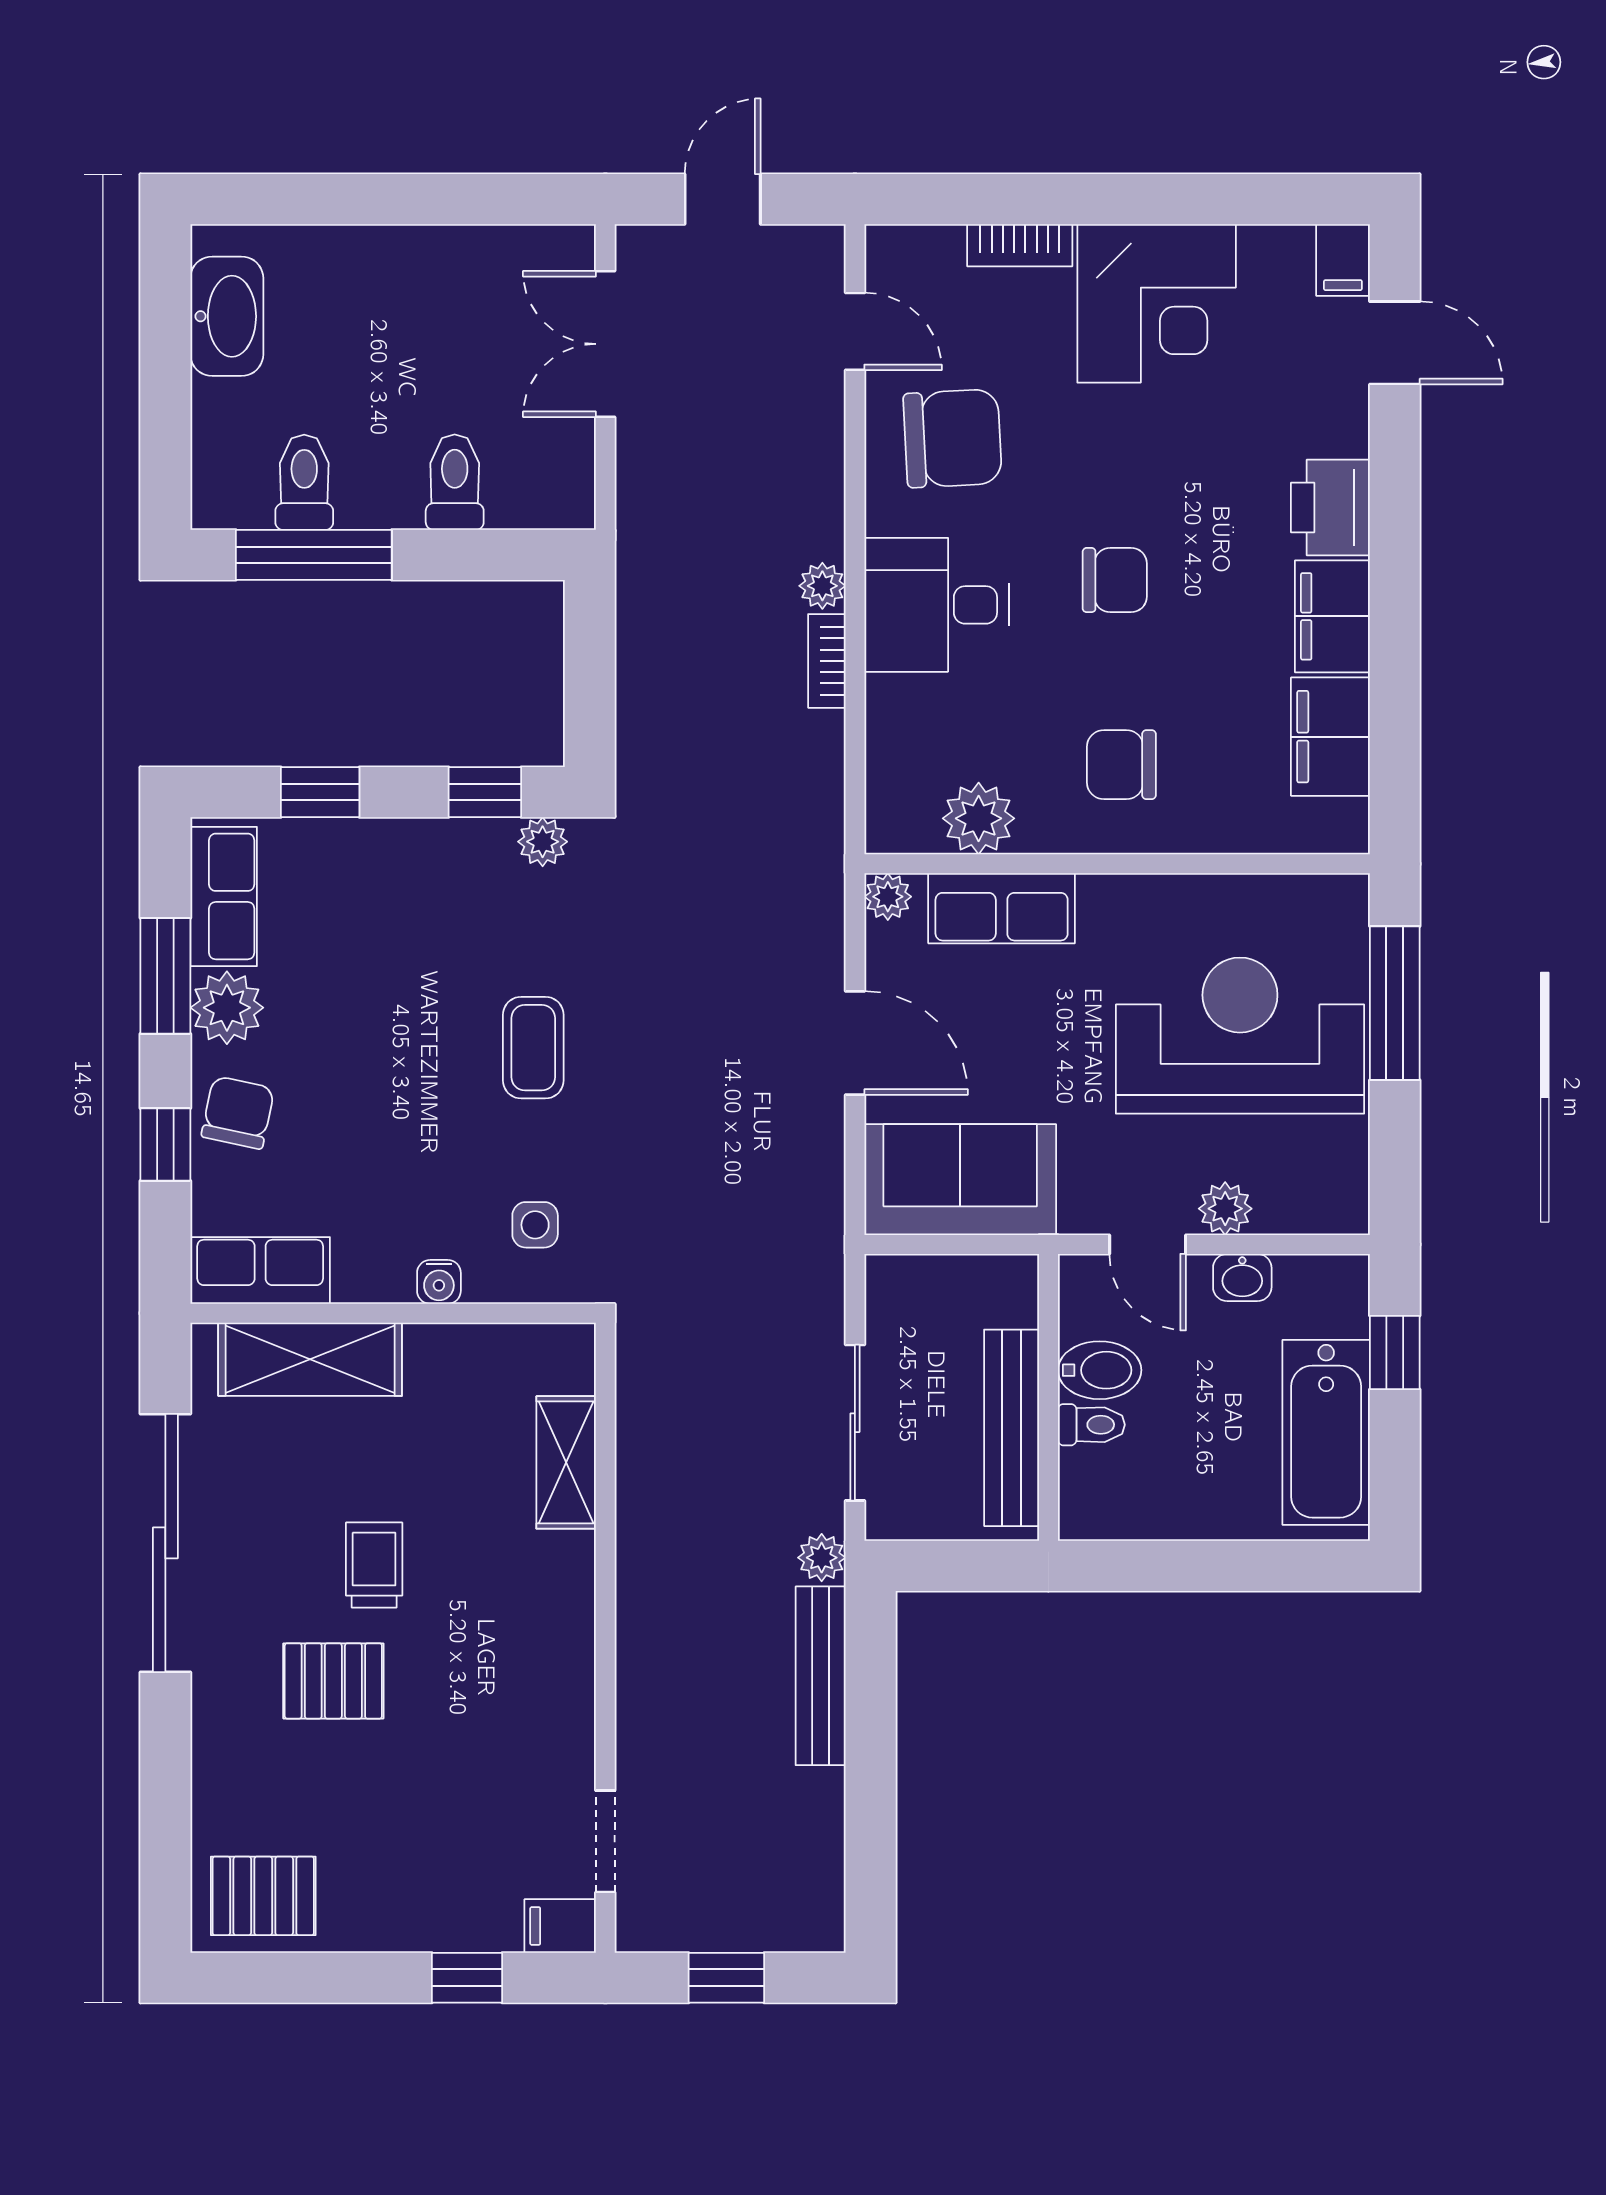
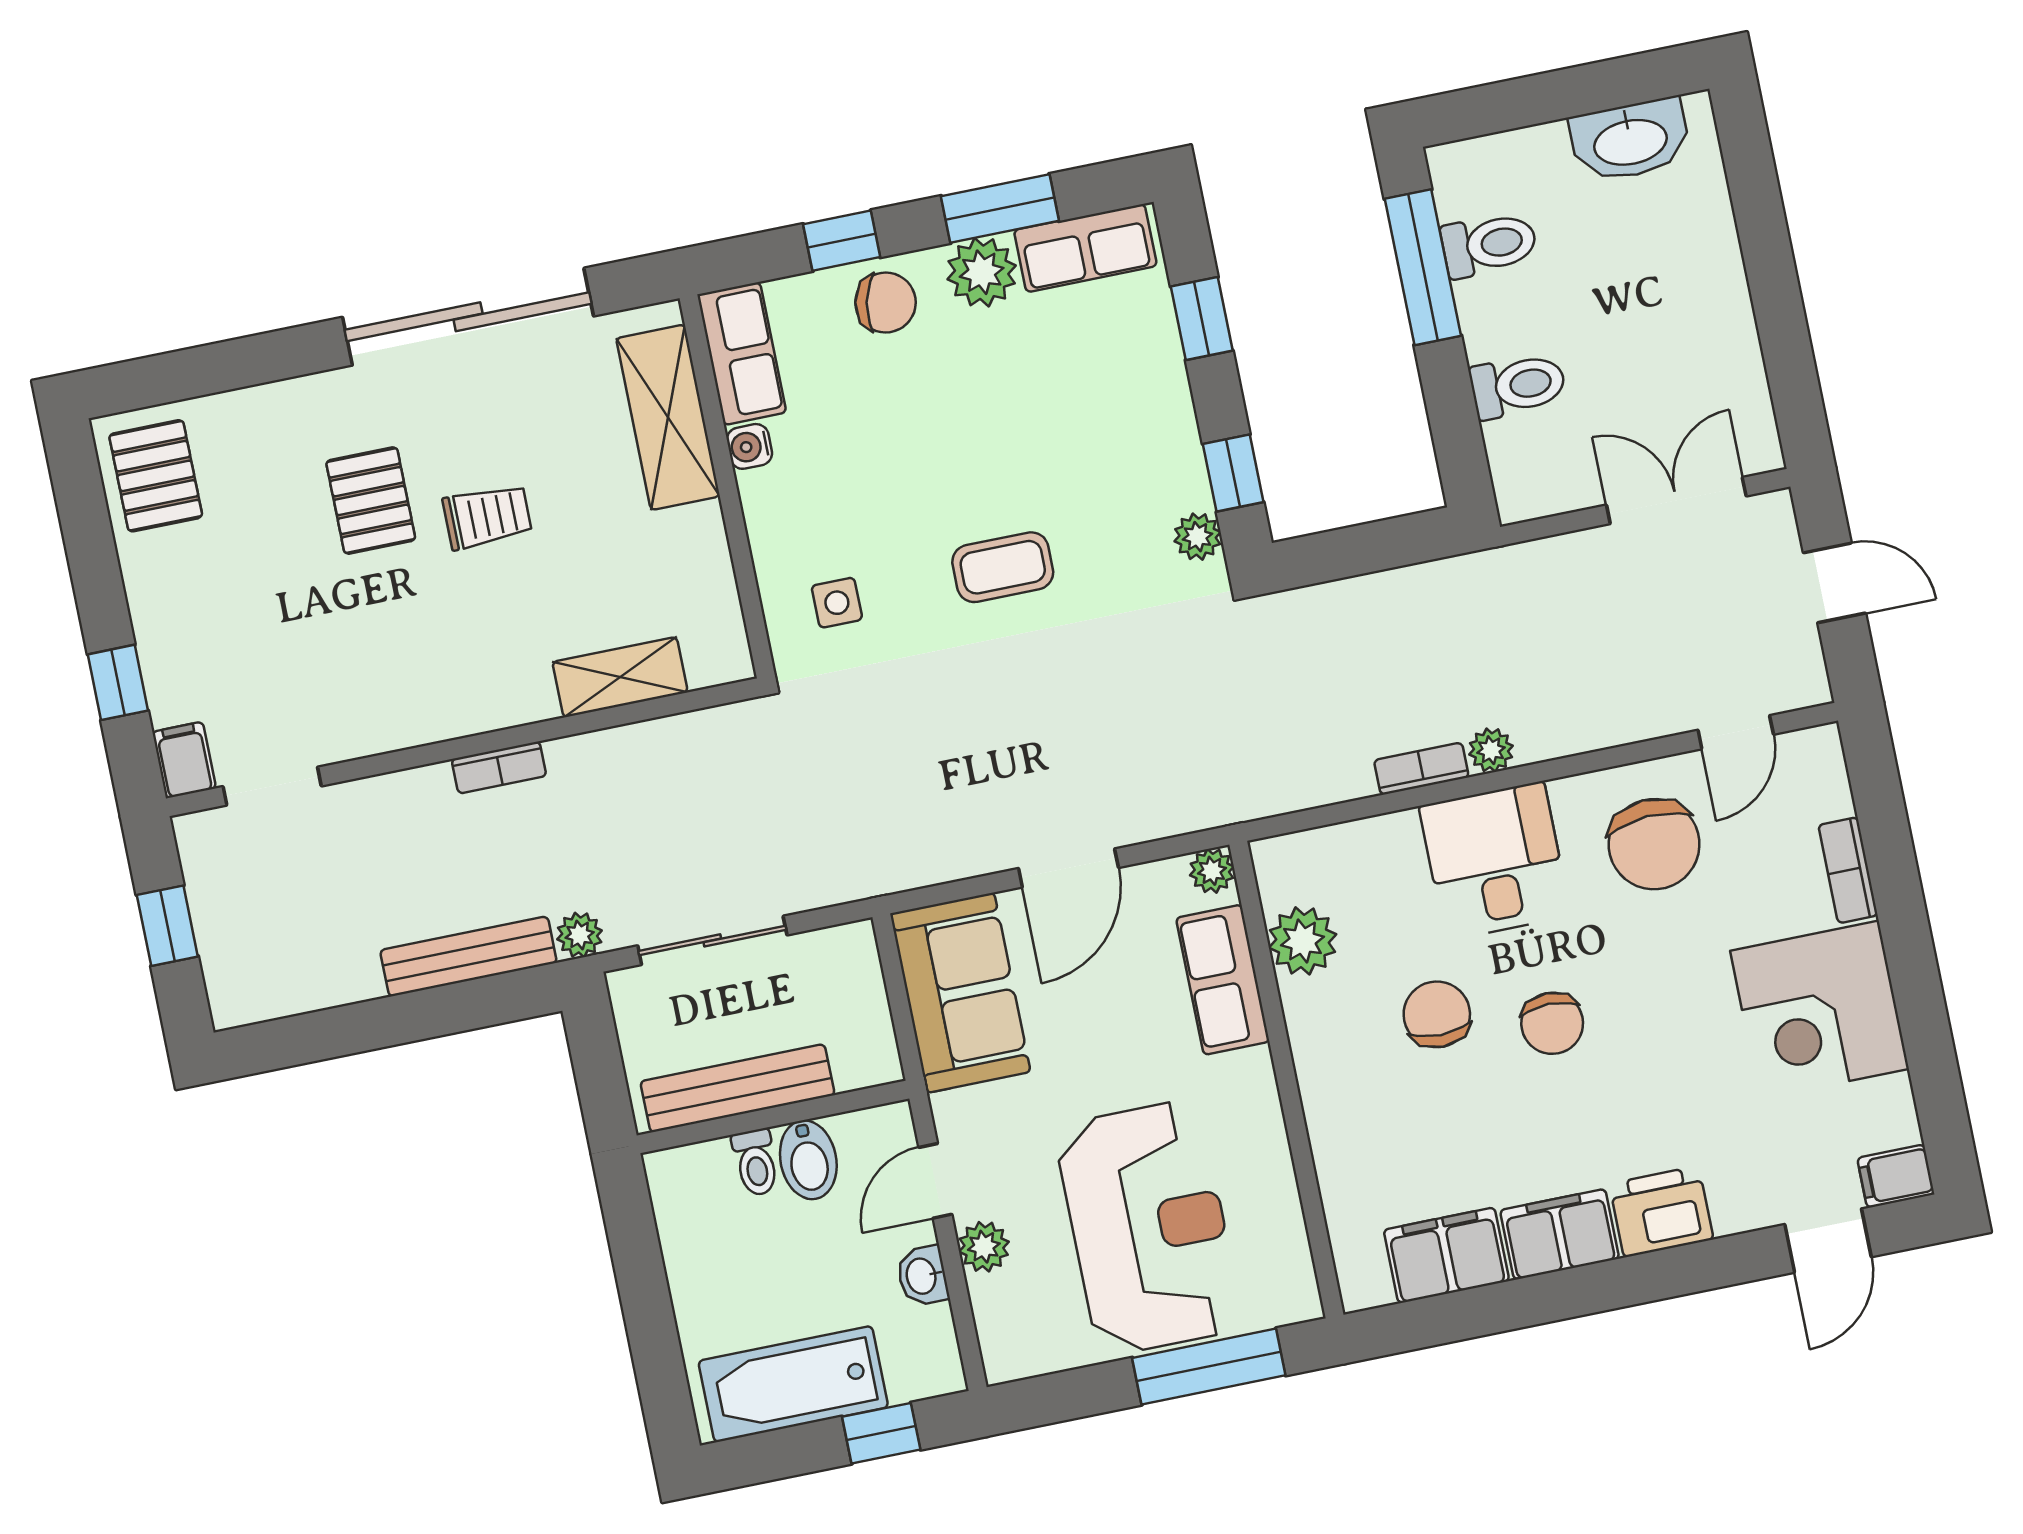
chair: (1121, 765) -> (1437, 1014), moved
water cooler: (439, 1282) -> (749, 446), moved
bookcase: (633, 1605) -> (499, 767), added

